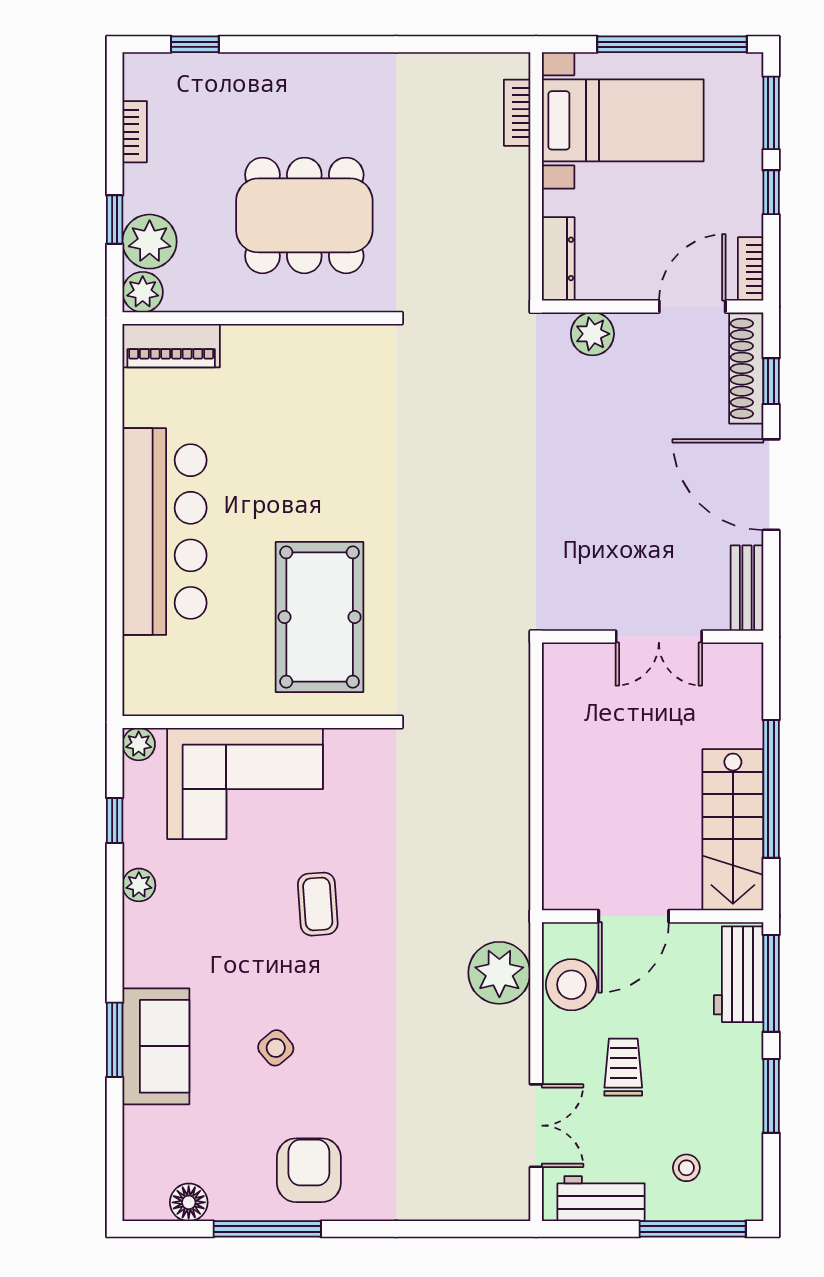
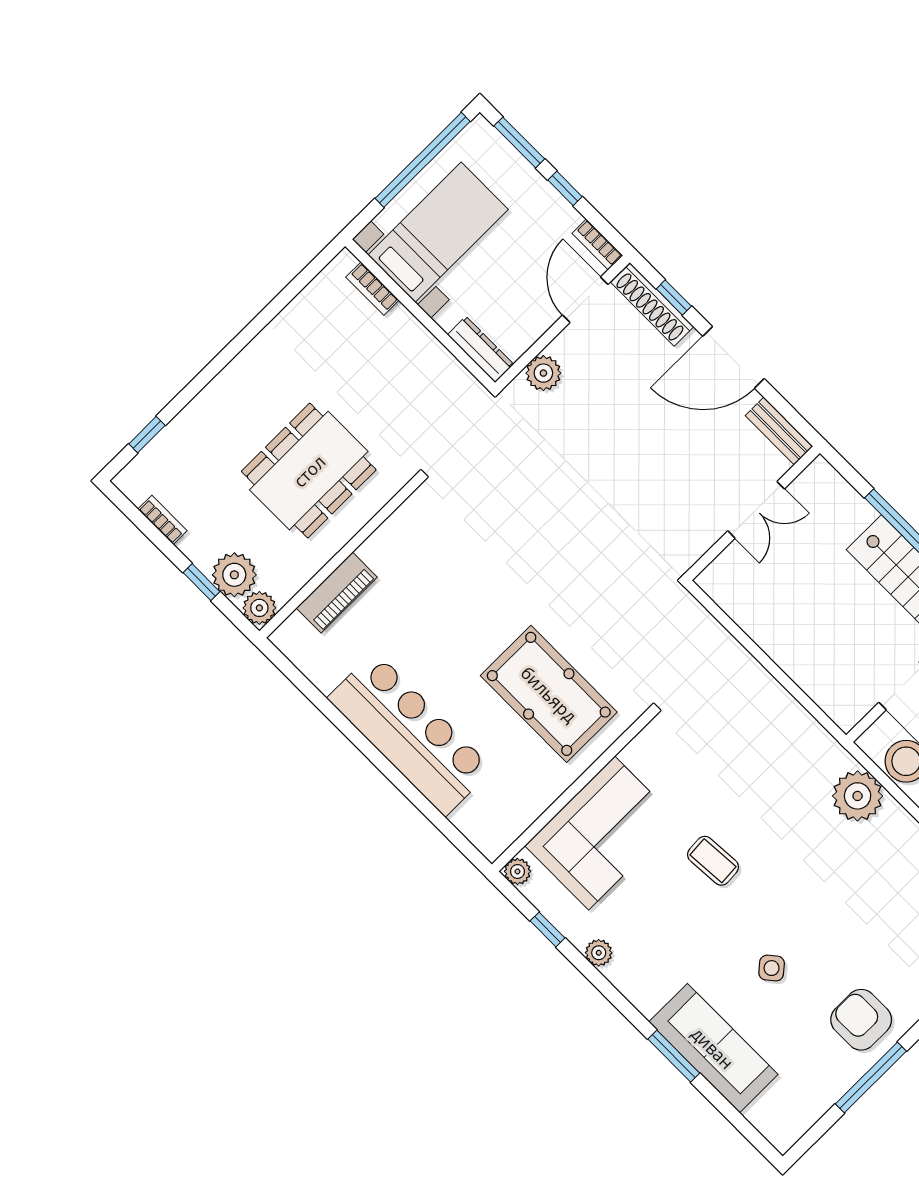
piano: (171, 346) -> (337, 593), moved
sofa: (156, 1046) -> (713, 1048), width x1.36
floor lamp: (189, 1202) -> (810, 1107), removed

